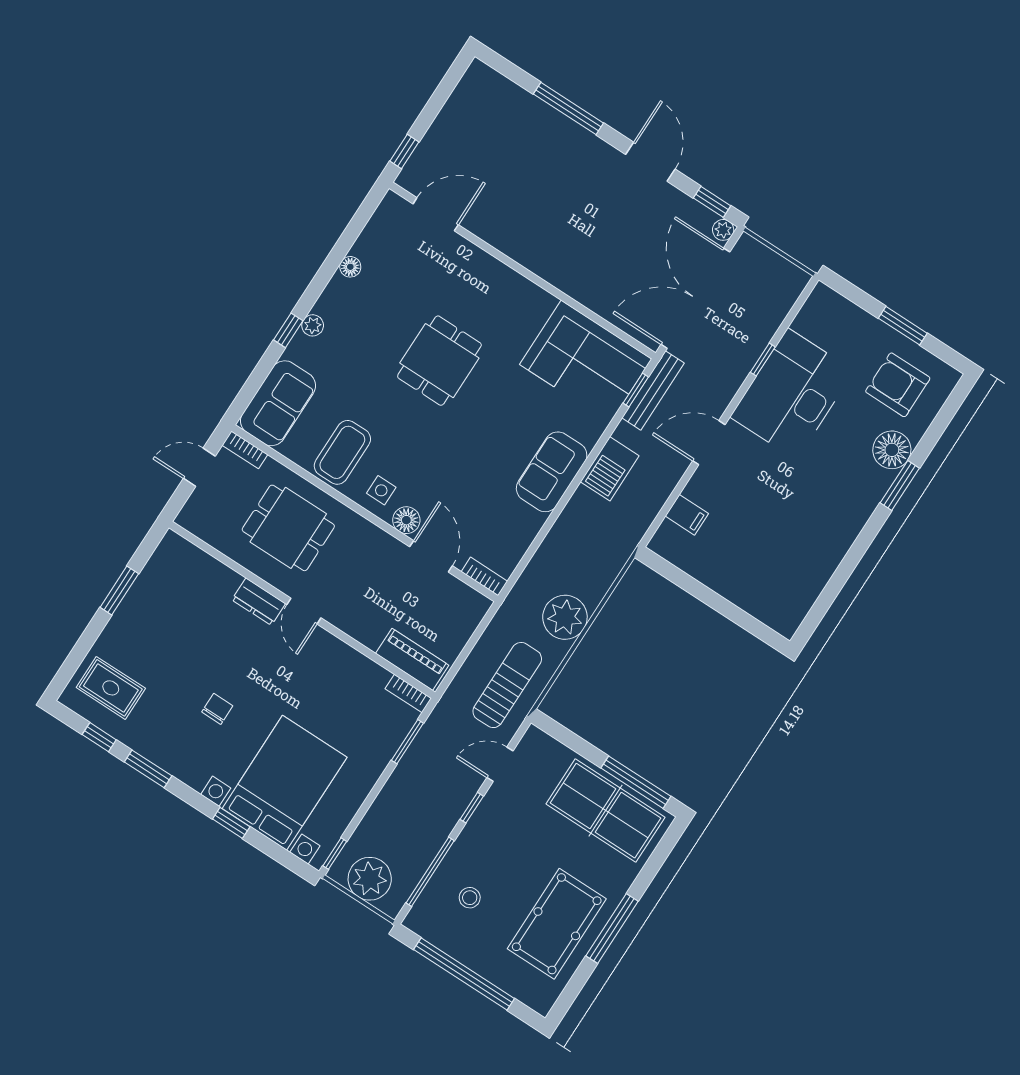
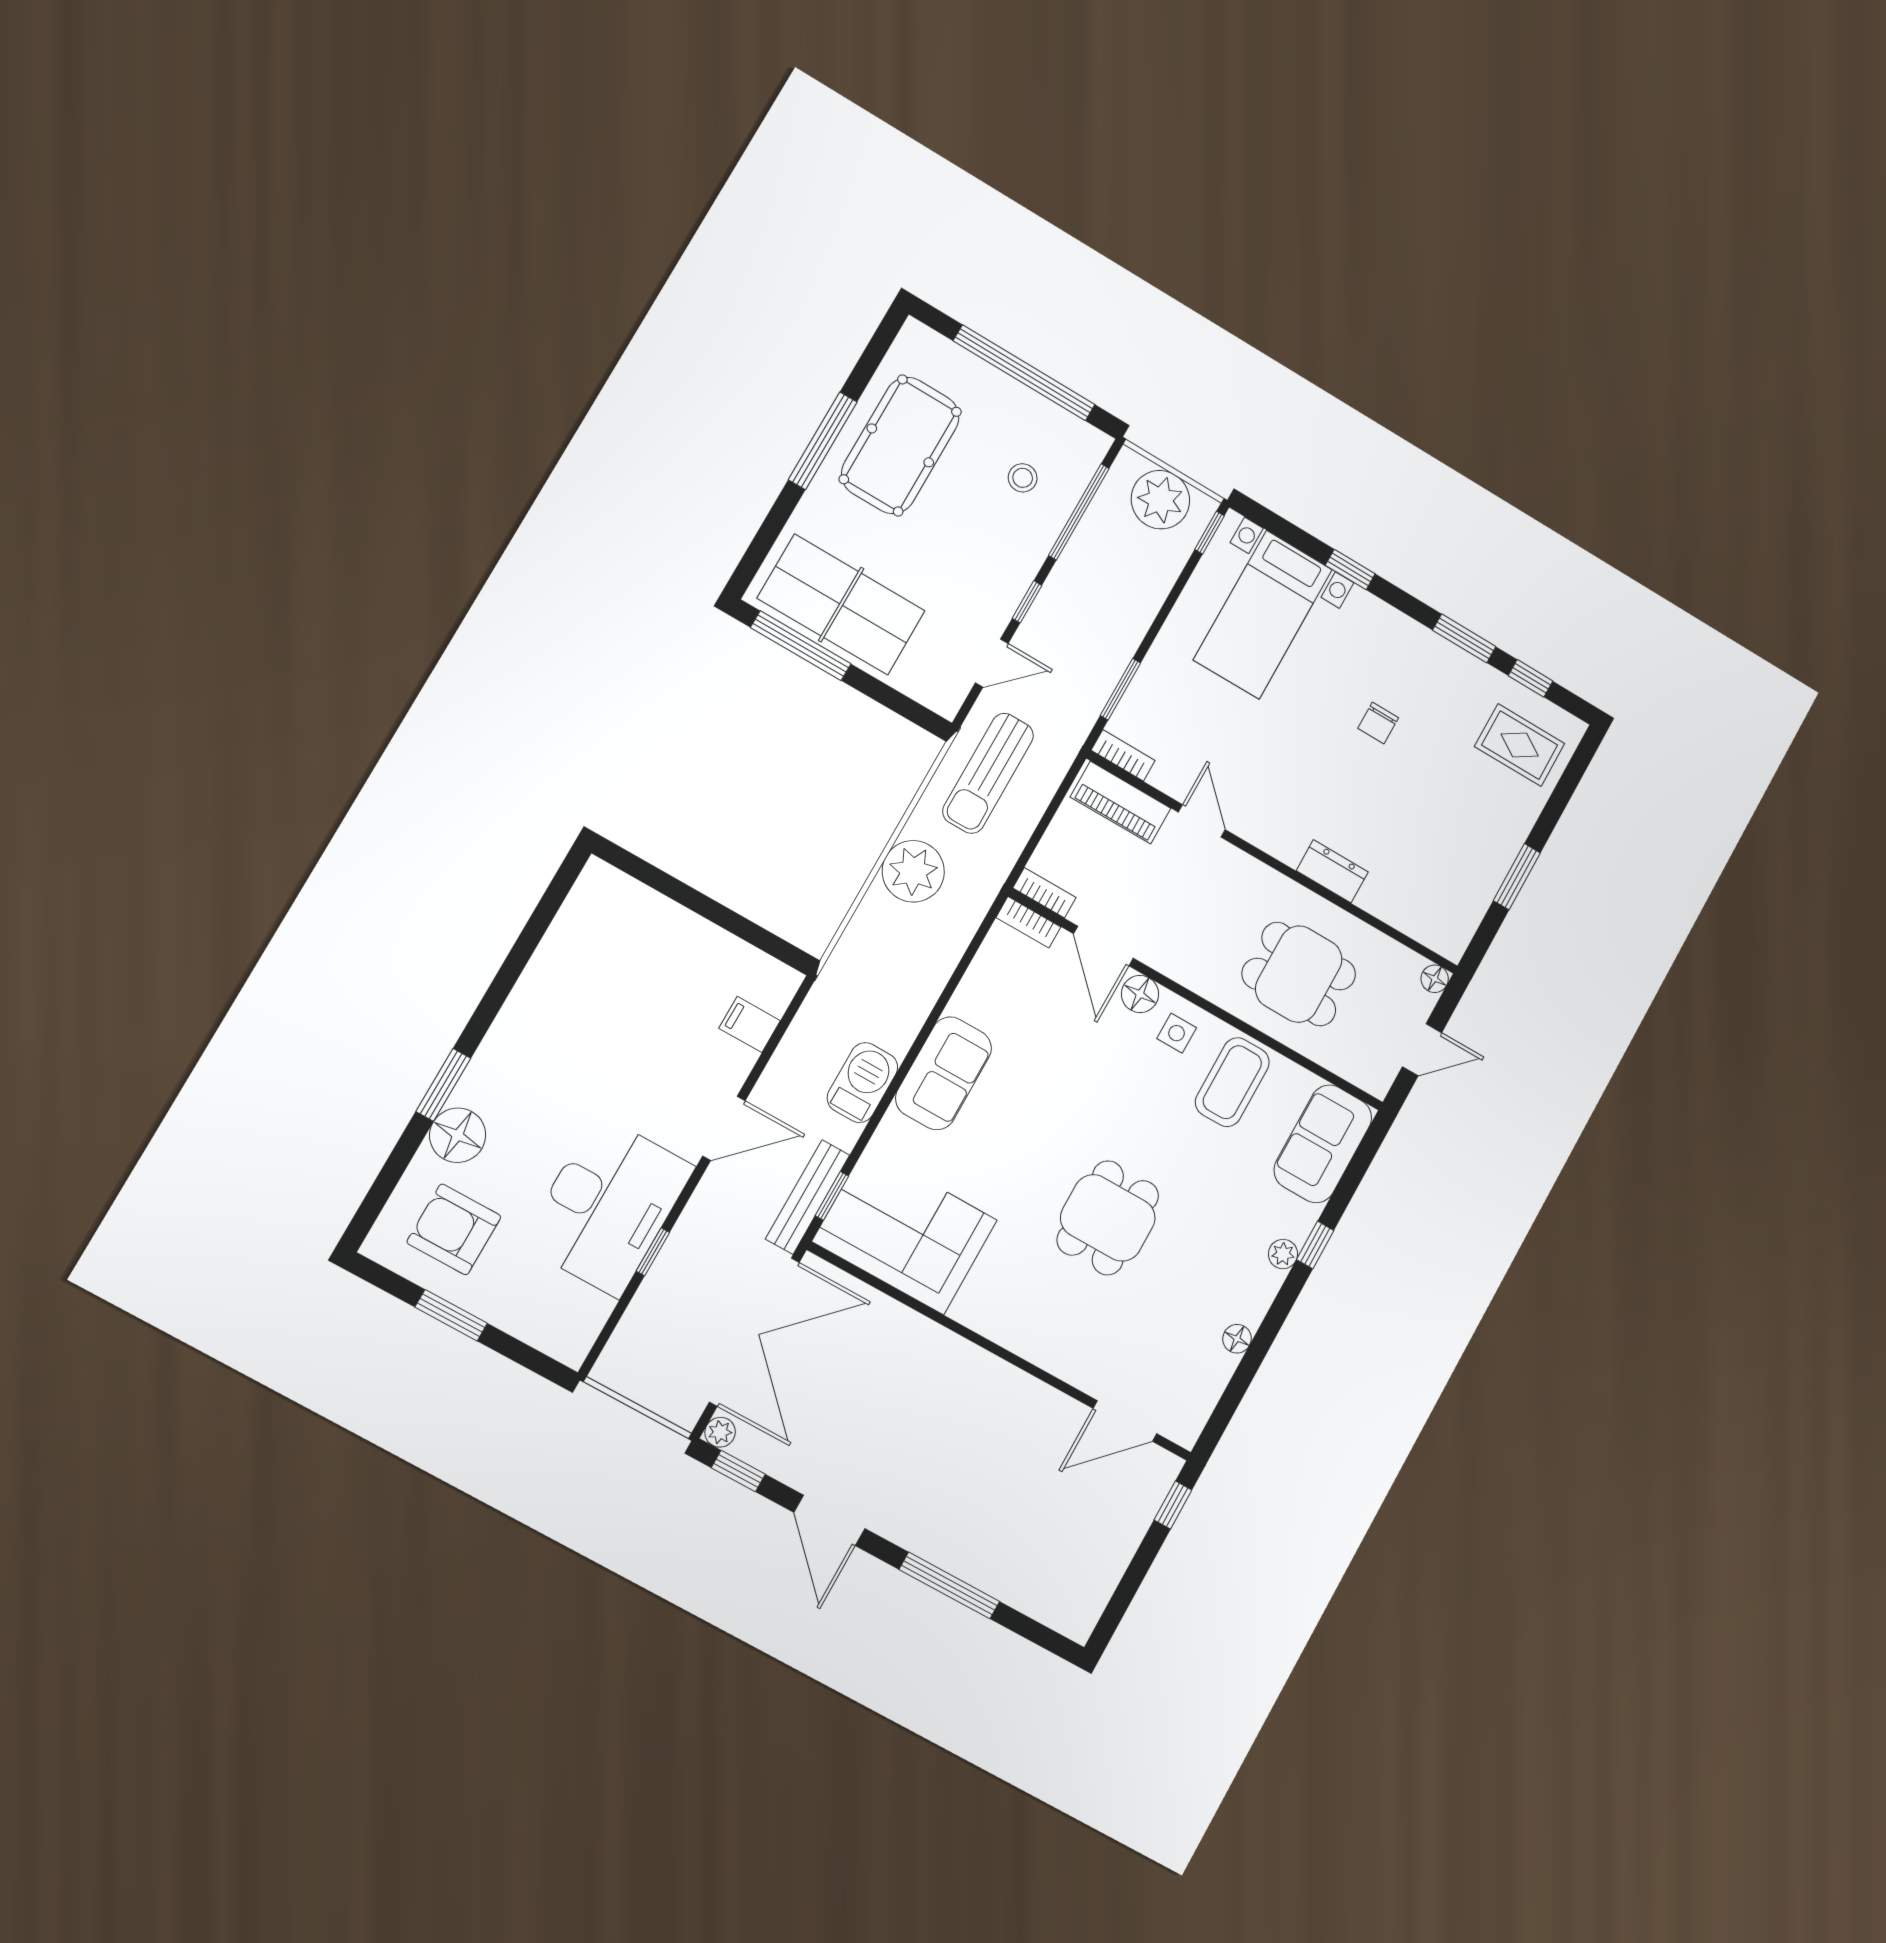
armchair: (898, 385) -> (454, 1229), turned 180
bookcase: (245, 450) -> (1044, 893), moved
floor lamp: (187, 519) -> (1435, 979), added
door: (304, 611) -> (1202, 821), moved
bed with nightstands: (285, 783) -> (1263, 615), width x0.73

